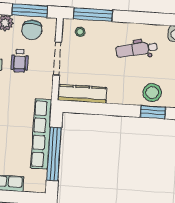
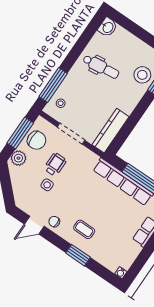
dental chair: (137, 49) -> (101, 67), turned -85
wheelchair: (20, 61) -> (55, 164), turned -89

